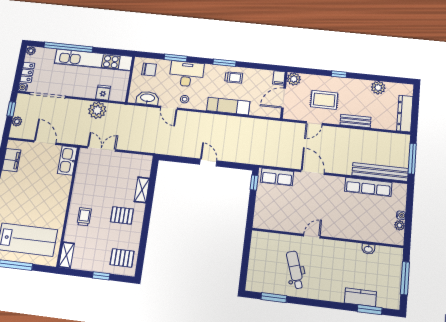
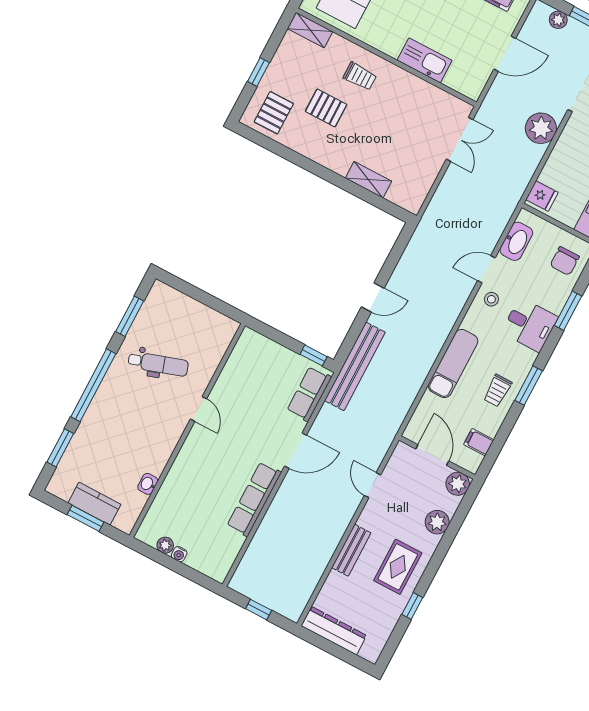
desk: (186, 74) -> (530, 325), width x0.73
window: (339, 74) -> (412, 606), moved
filing cabinet: (279, 78) -> (479, 442), moved
plant: (378, 88) -> (437, 522), moved
fridge: (103, 93) -> (542, 196), moved
rug: (324, 100) -> (398, 567), moved
plant: (97, 110) -> (541, 128), moved
window: (412, 159) -> (259, 610), width x0.46
kitchen sink: (67, 160) -> (425, 60), moved
bench: (380, 172) -> (355, 366), moved
row of seats: (368, 187) -> (254, 499), moved
pallet: (122, 215) -> (326, 108), moved, turned 90
window: (405, 278) -> (86, 518), width x0.69
kitchen counter: (360, 297) -> (94, 504), moved, turned -90
window: (324, 304) -> (93, 385), added

